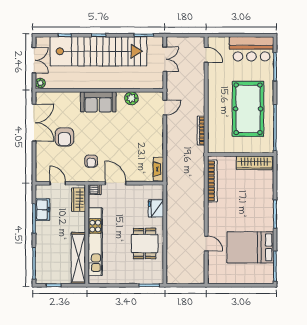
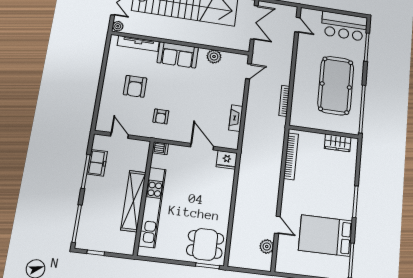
double door: (165, 59) -> (254, 22), width x1.37
tv unit: (61, 97) -> (138, 44), added
double door: (34, 123) -> (104, 66), removed
wardrobe: (254, 163) -> (338, 143), width x0.67
fireplace: (158, 169) -> (236, 118), moved
door: (116, 183) -> (202, 147), moved
wardrobe: (79, 200) -> (140, 157), removed
fridge: (156, 208) -> (227, 160), moved, turned -90
dining table: (145, 244) -> (205, 244), moved, turned 90
shelving: (78, 258) -> (133, 201), moved
plant: (199, 263) -> (267, 247), added

